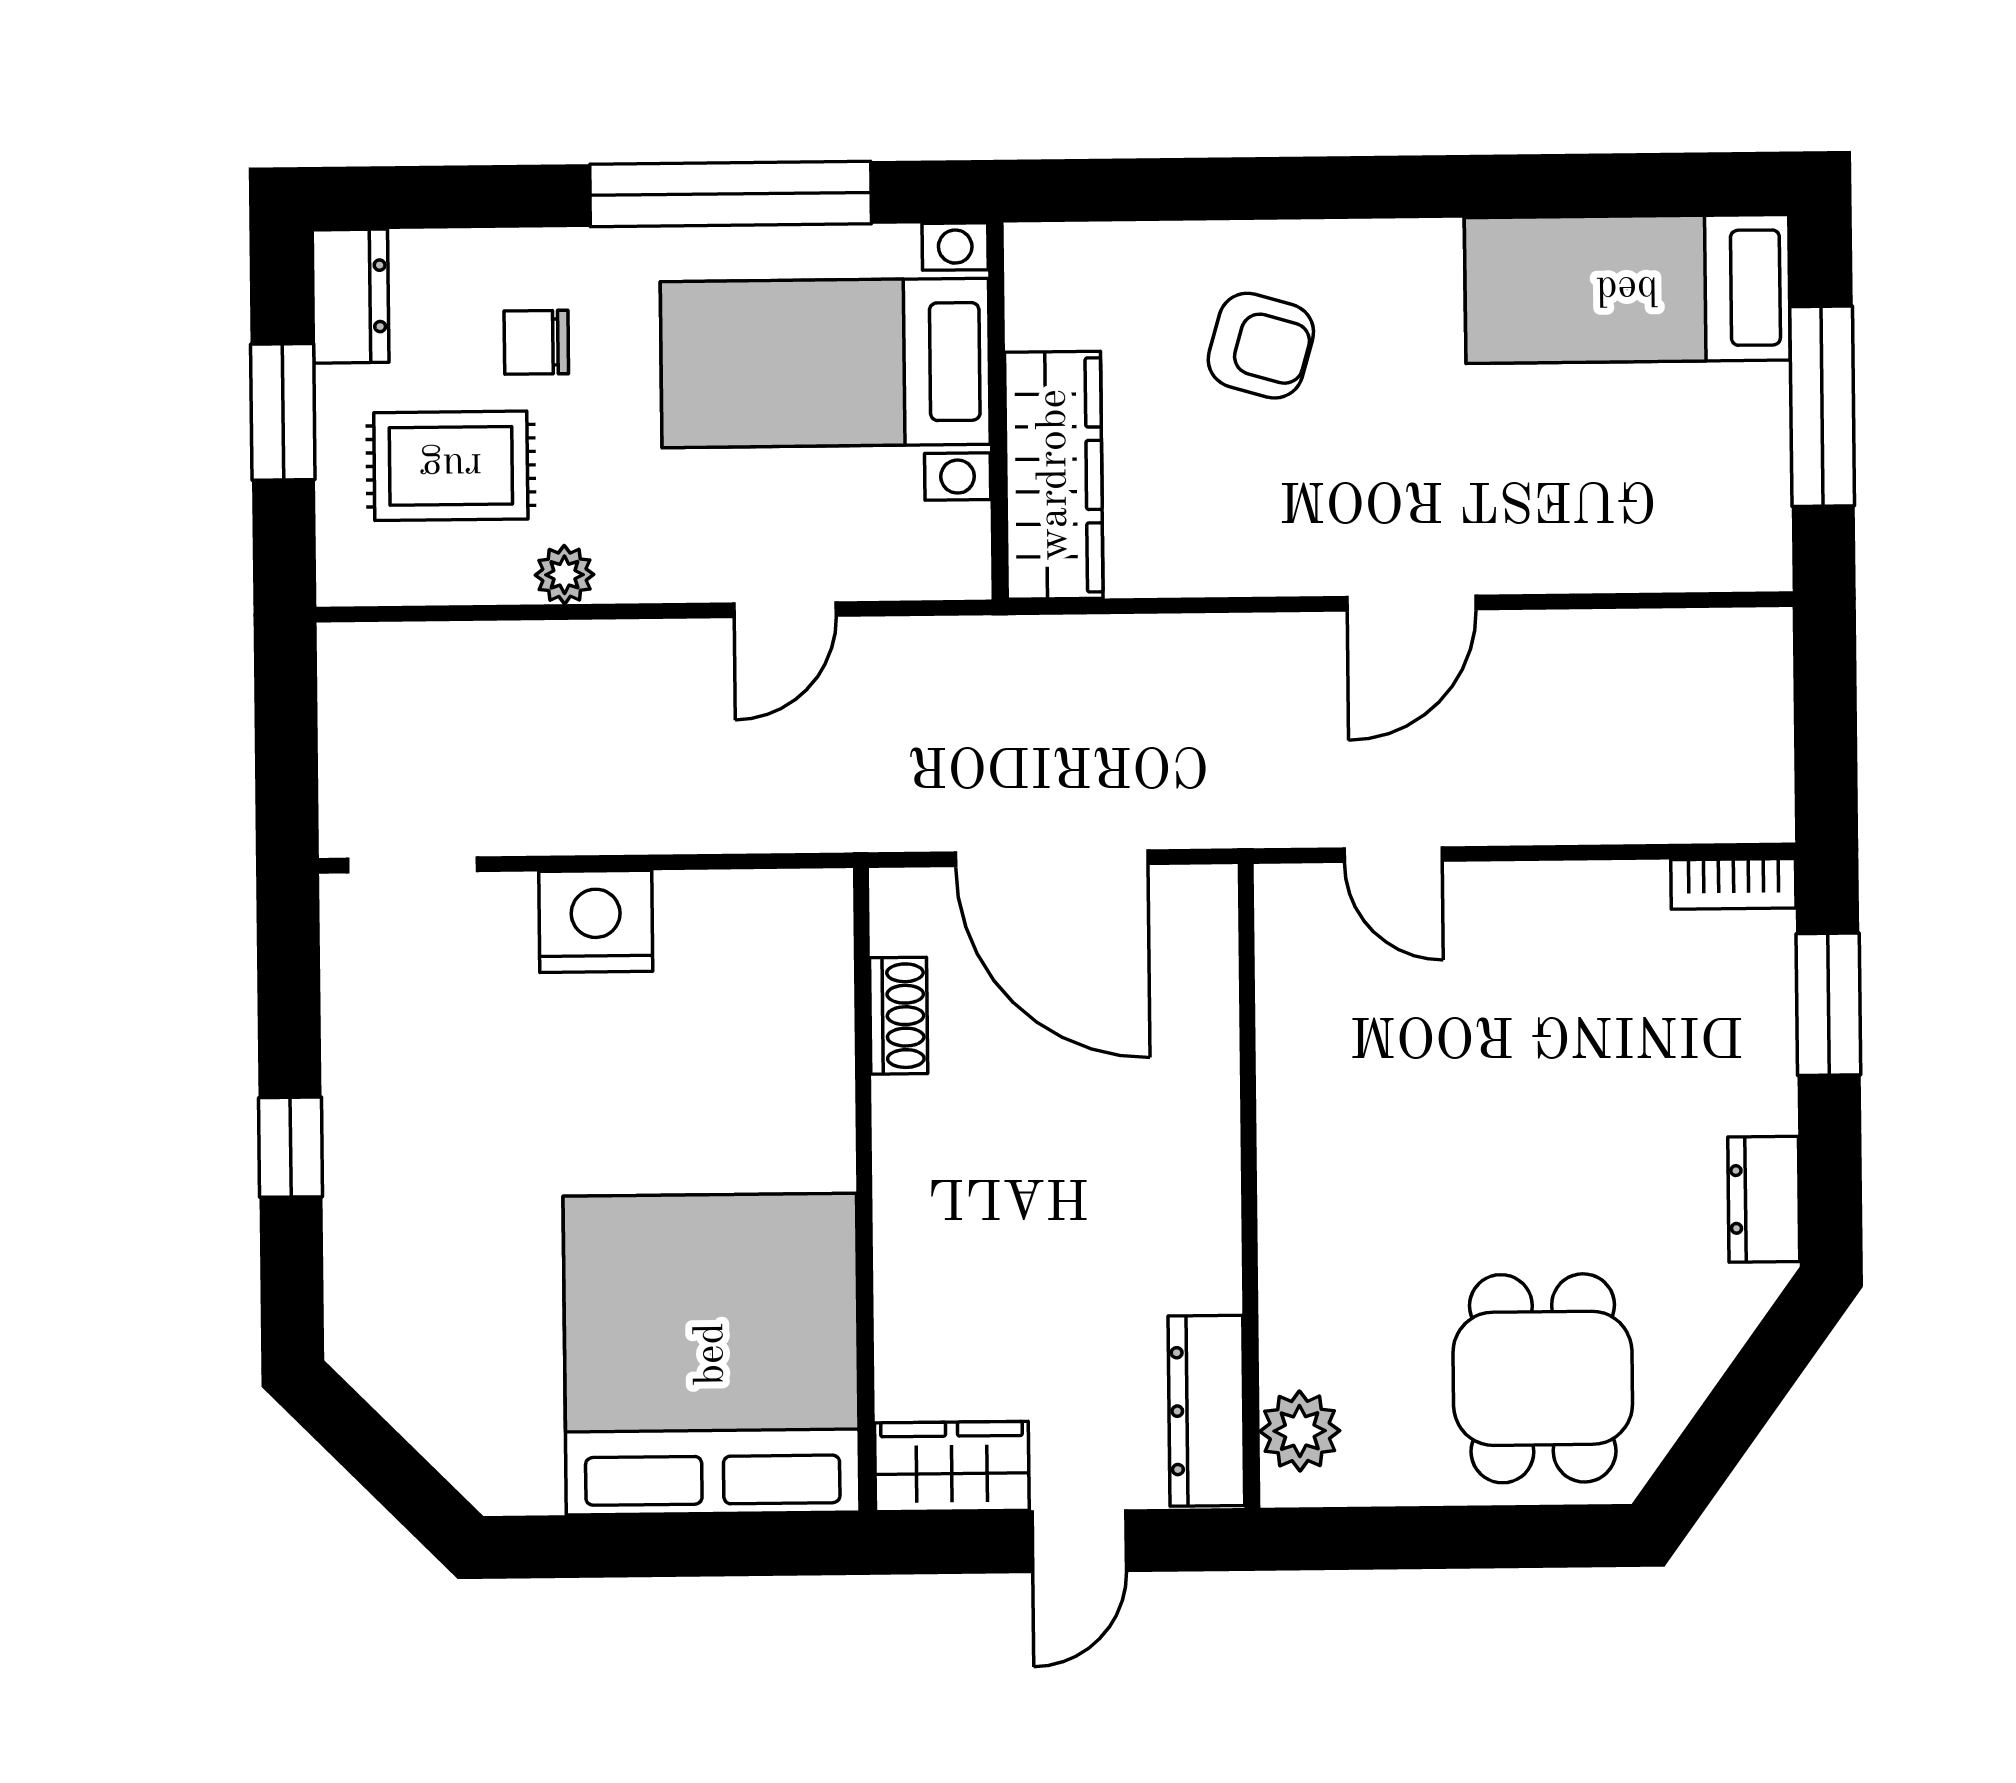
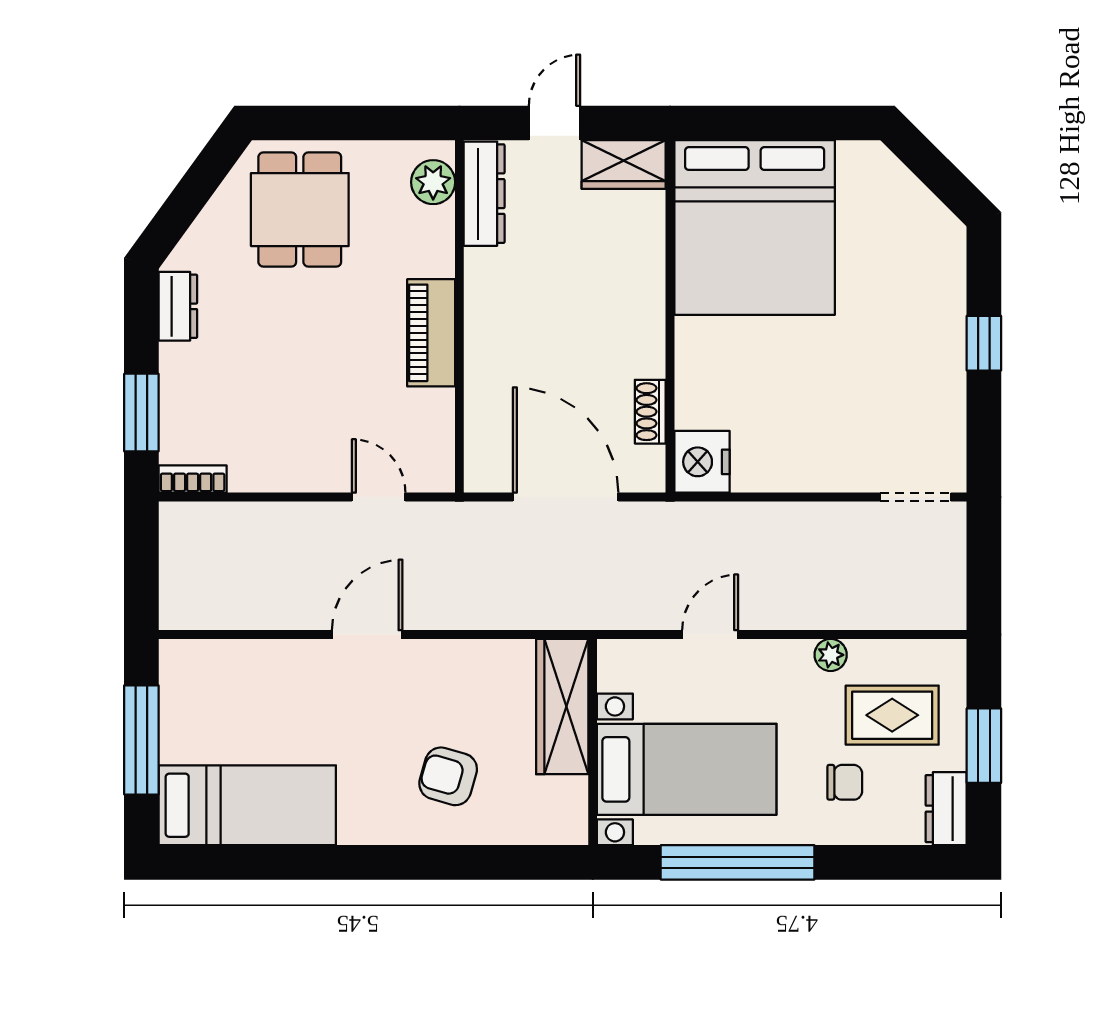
nightstand: (596, 921) -> (702, 462), moved, turned 90
piano: (1300, 1156) -> (431, 333), added

